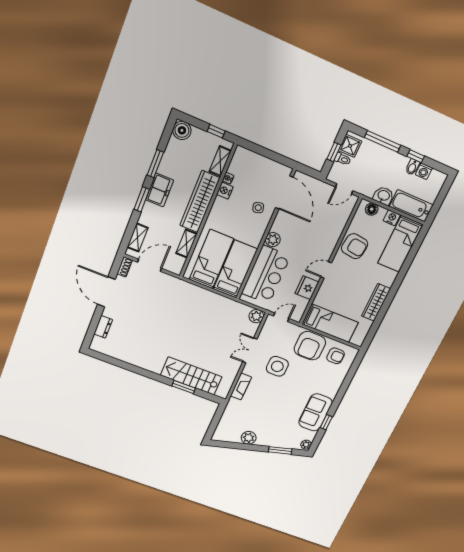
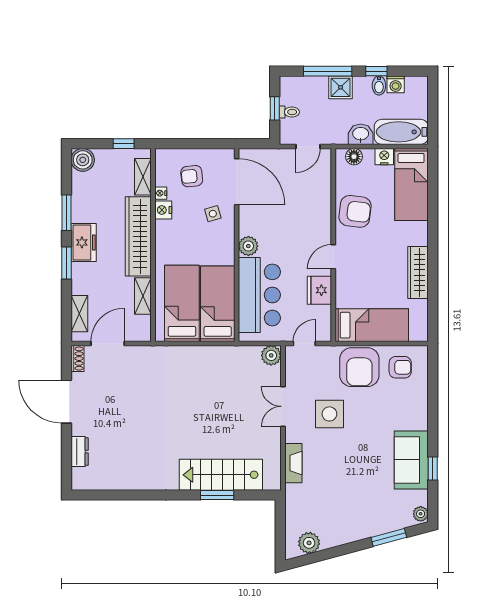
shower: (350, 146) -> (341, 87), moved
armchair: (255, 175) -> (192, 176), added
plant: (249, 438) -> (309, 543), moved

